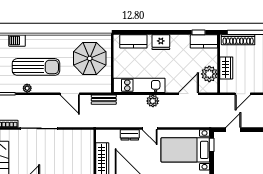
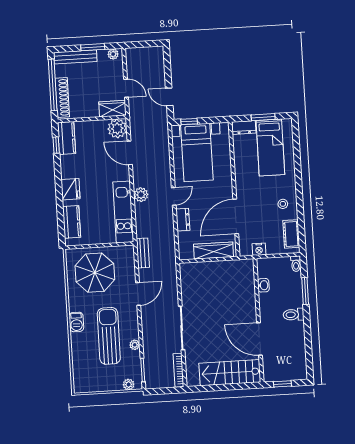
barbecue: (17, 41) -> (76, 322), moved
wardrobe: (226, 68) -> (112, 109), moved
plant: (209, 74) -> (117, 129), moved

